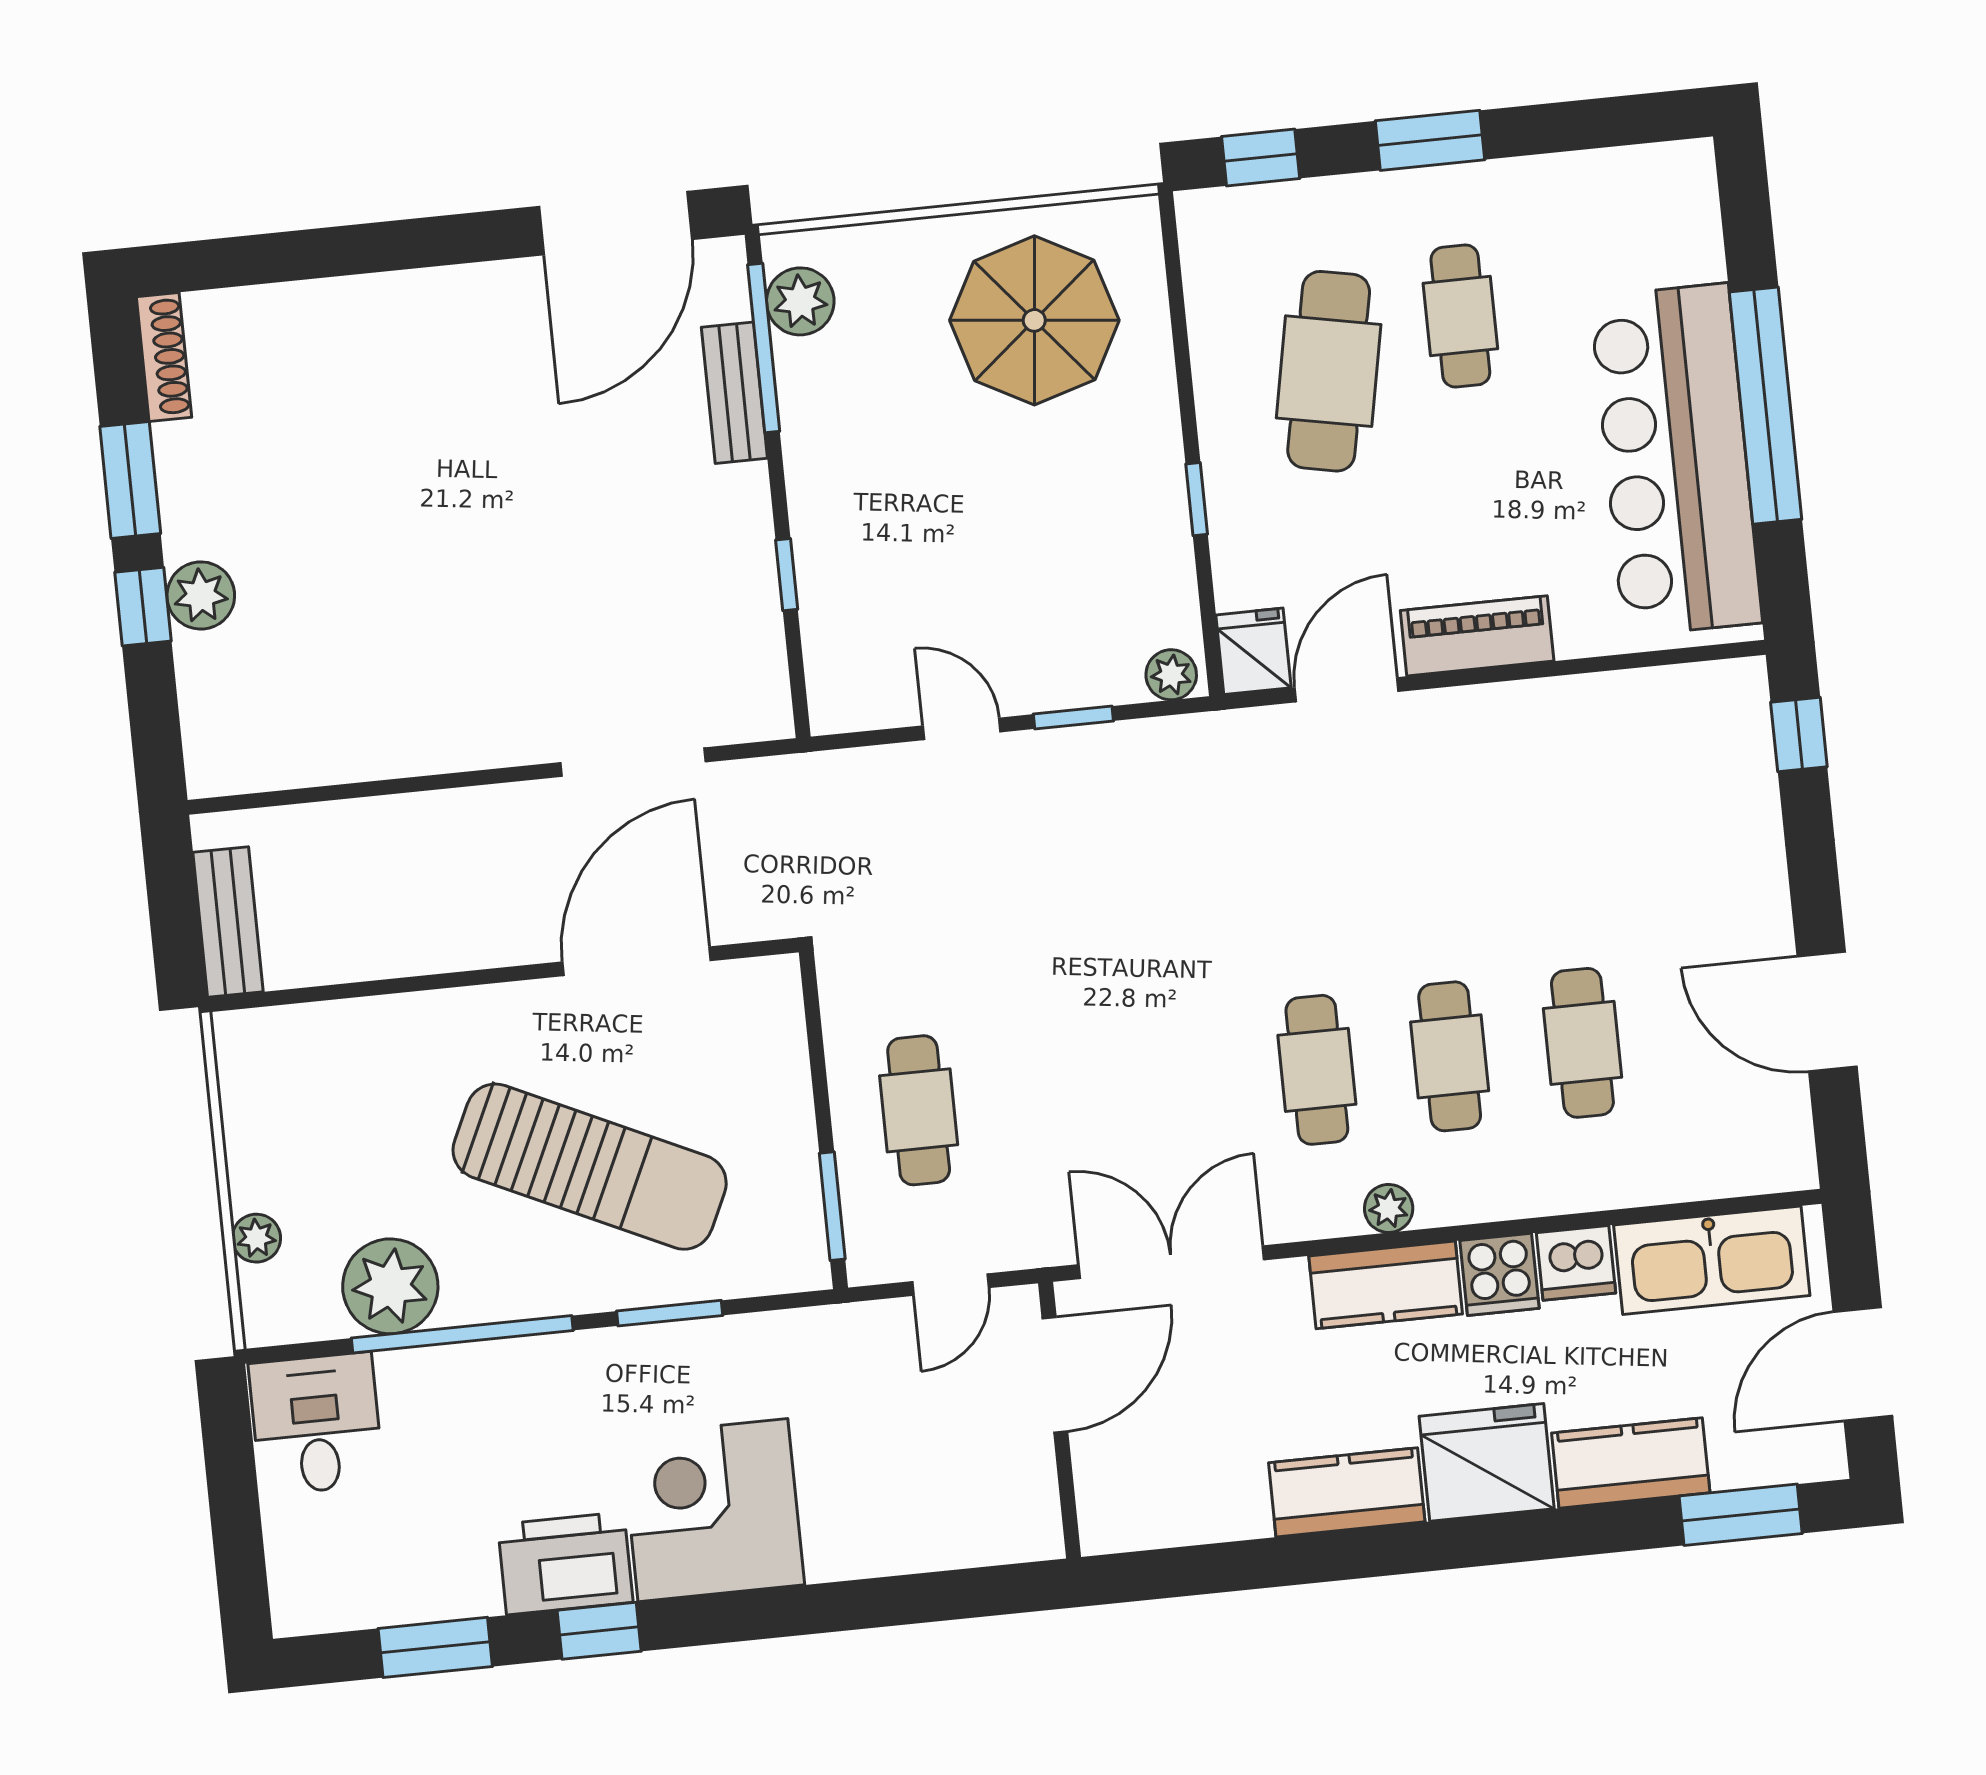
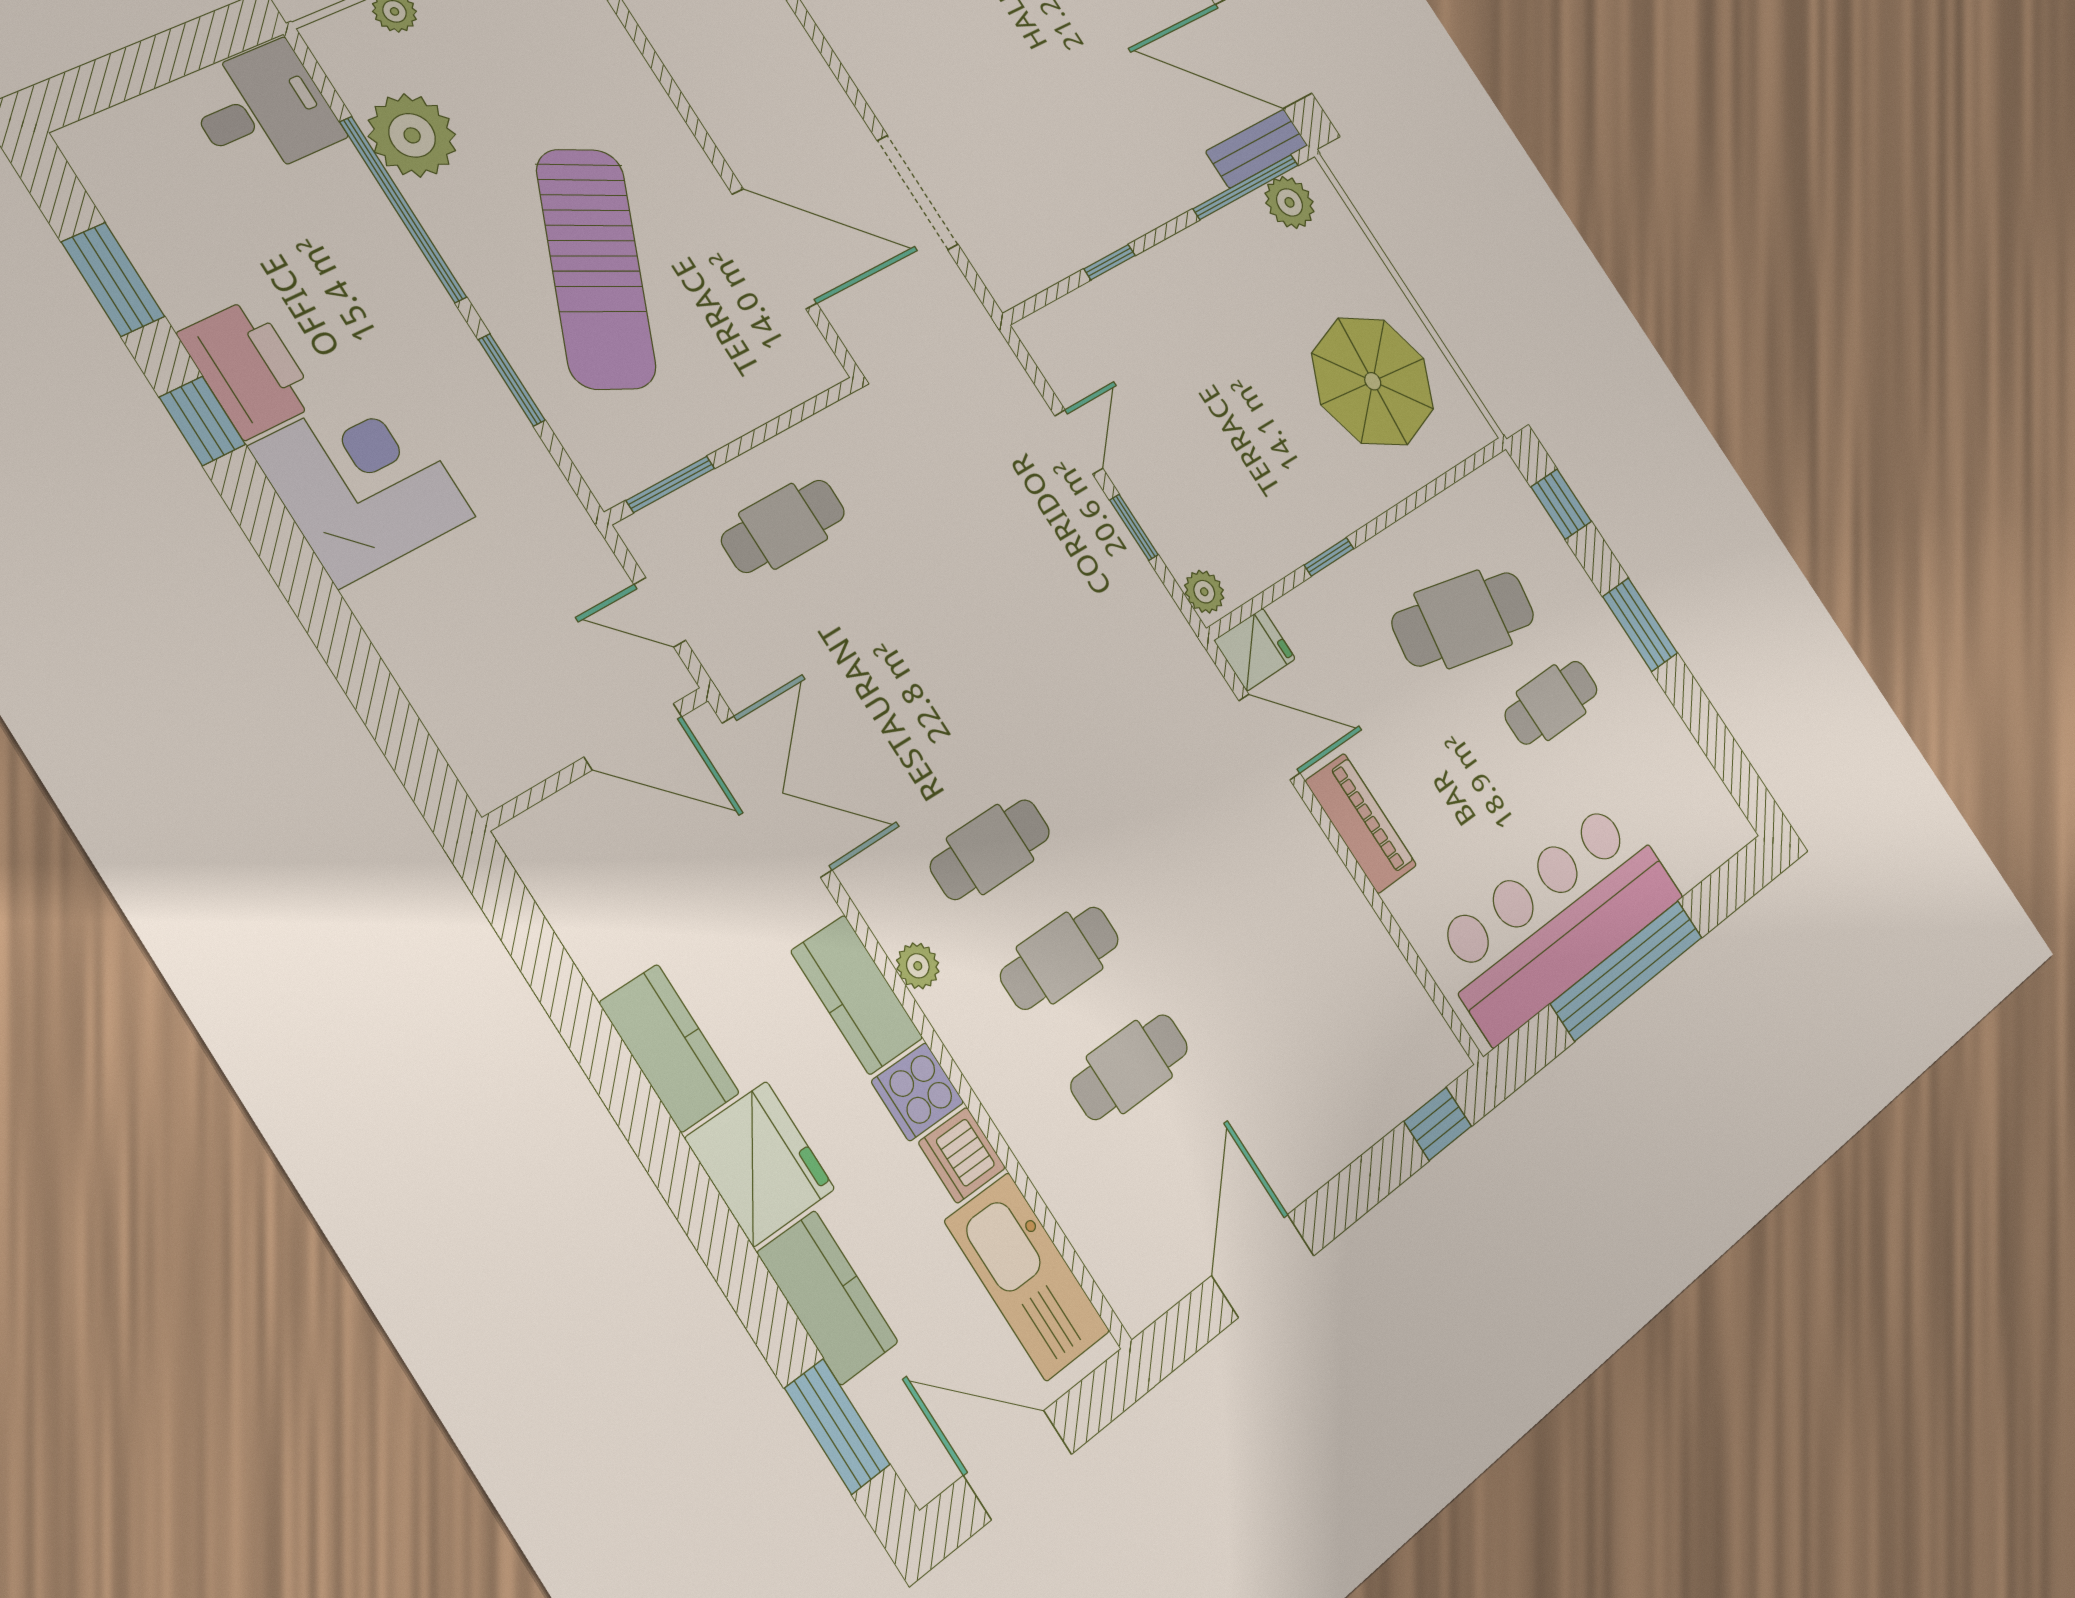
bench: (734, 393) -> (1257, 148), moved

